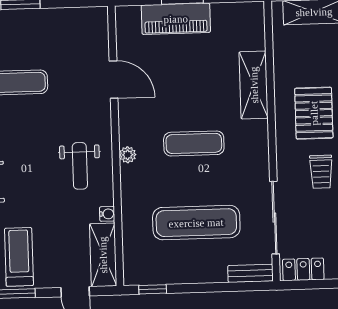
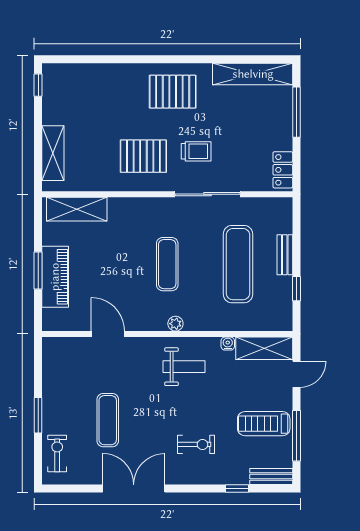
door: (114, 80) -> (108, 334), hinge flipped
shelving: (254, 85) -> (77, 209), moved
sliding door: (274, 218) -> (207, 194), moved
bench: (250, 273) -> (285, 255), moved
window: (153, 289) -> (296, 289), moved

